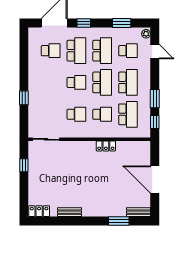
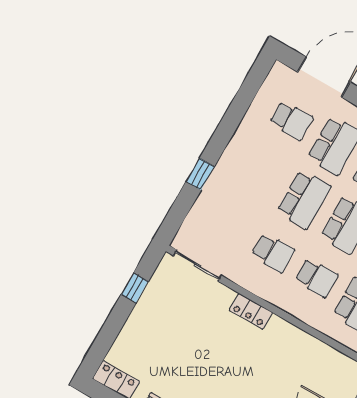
school desk: (76, 82) -> (304, 199), width x1.85
locker: (106, 146) -> (251, 311), moved

